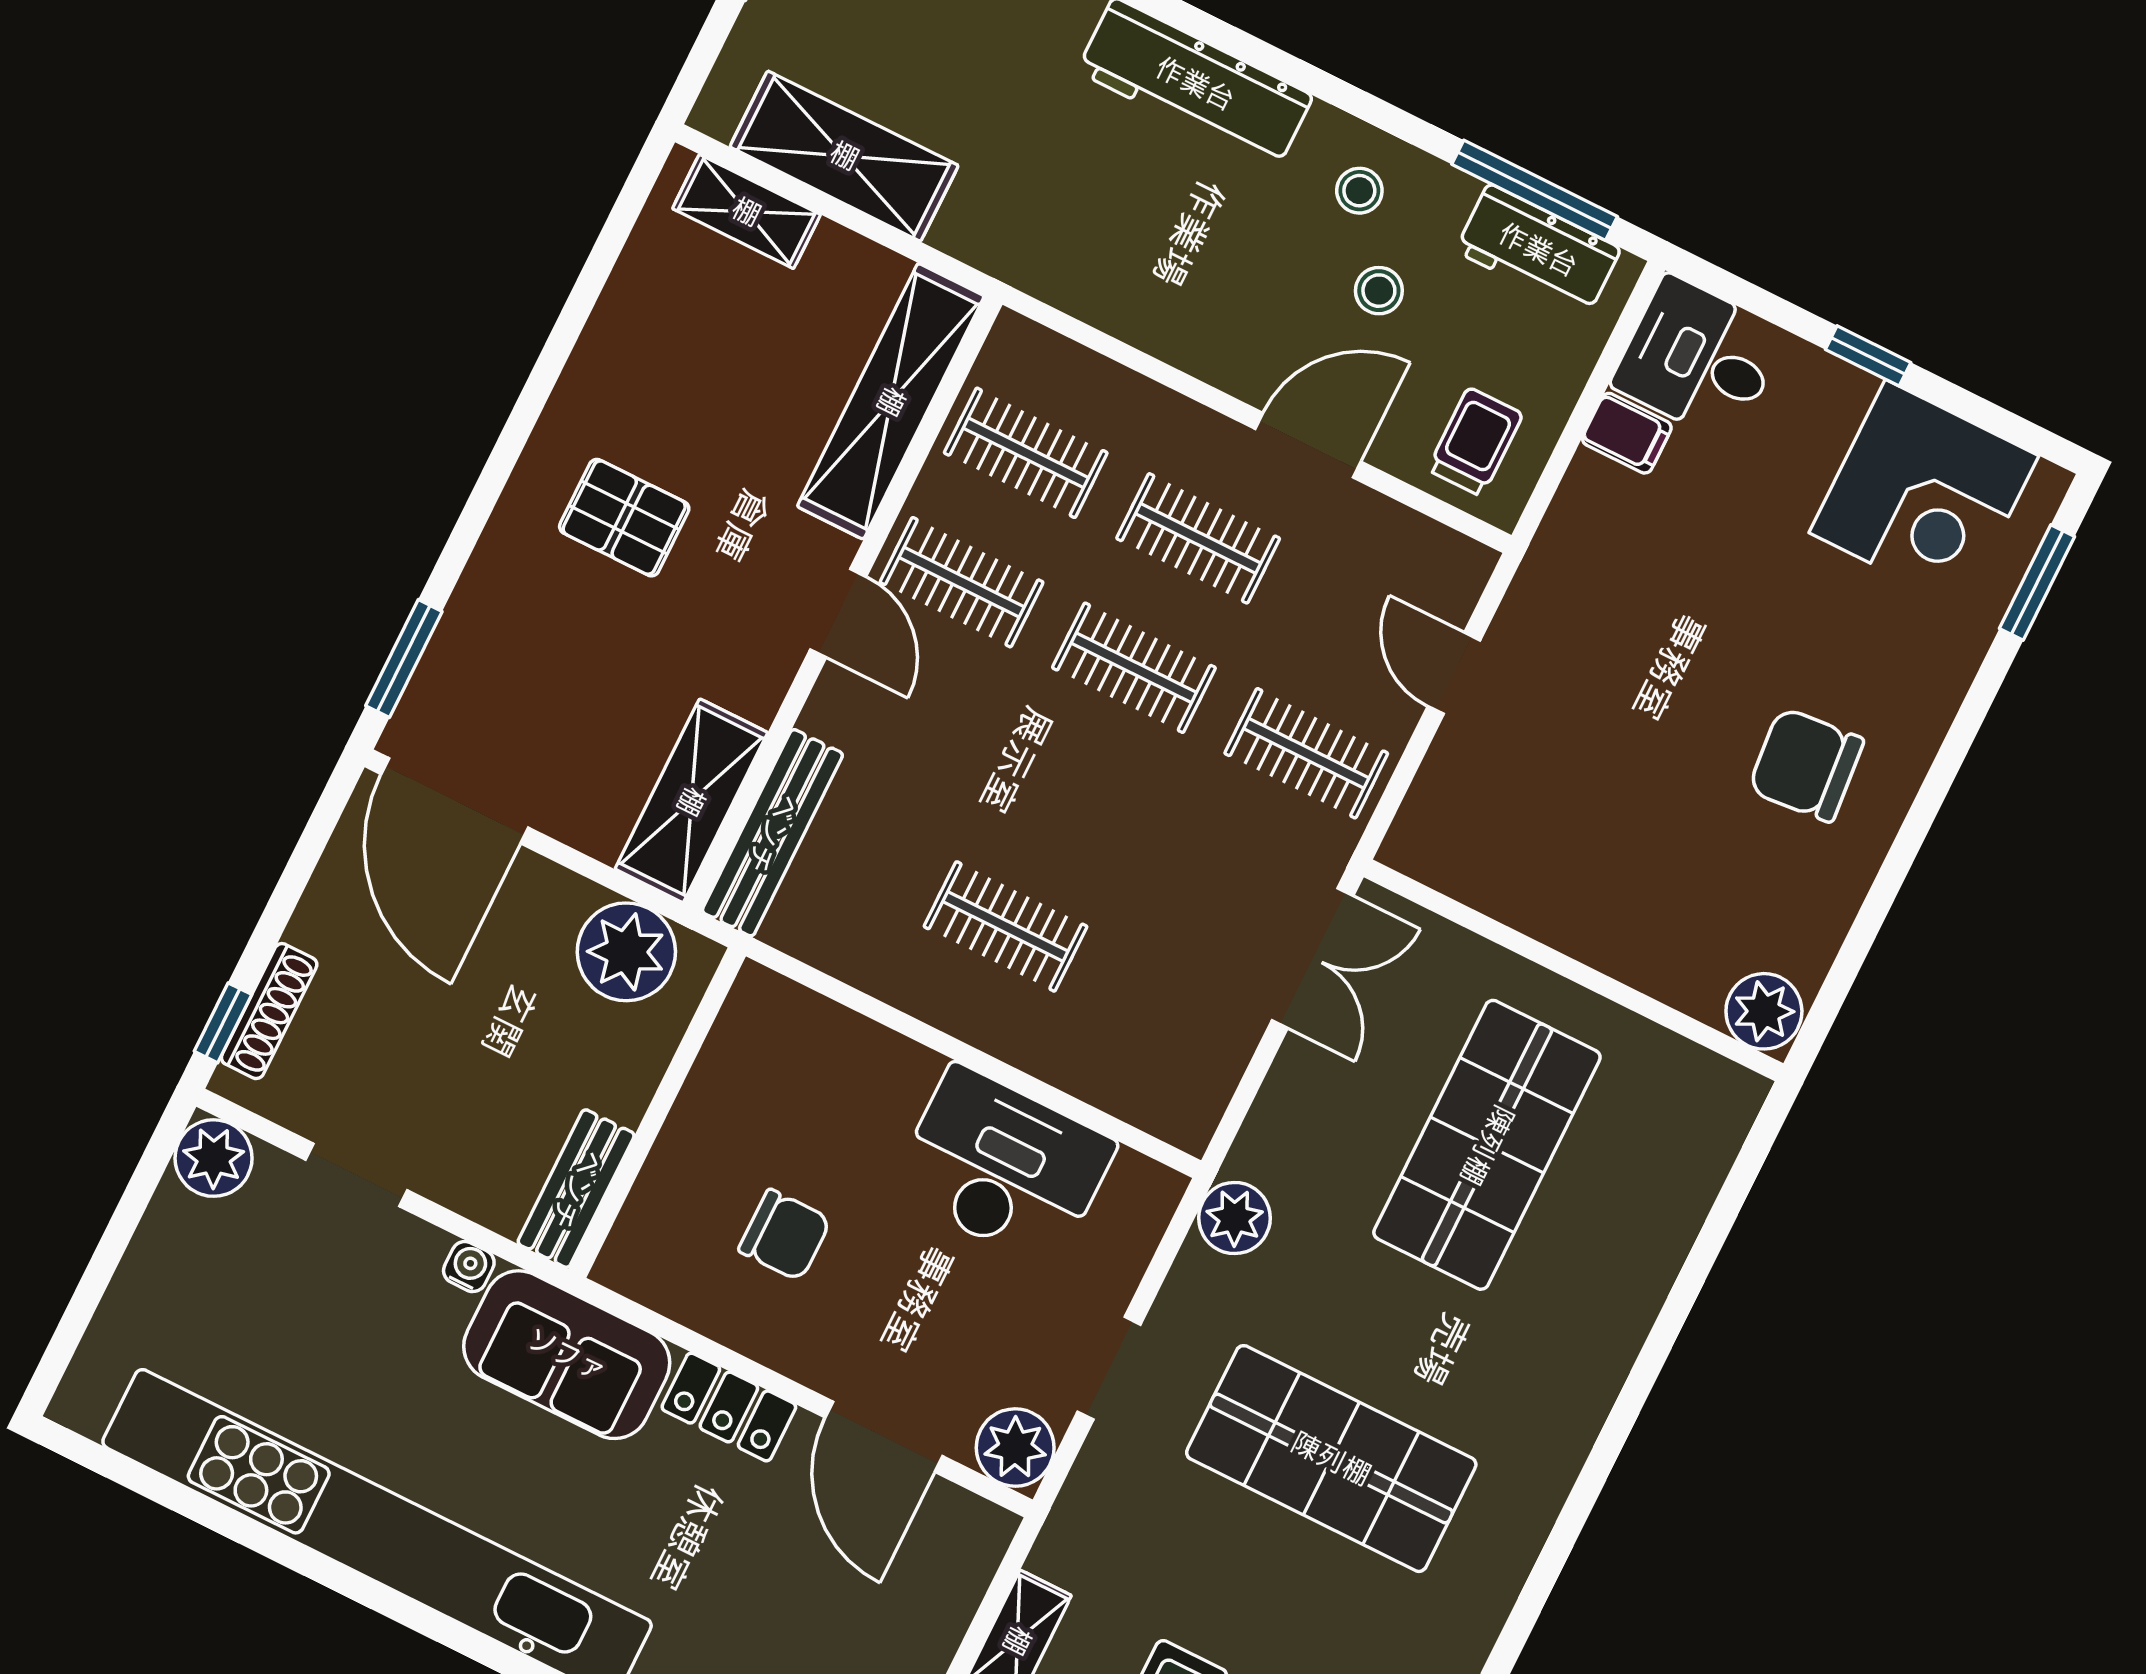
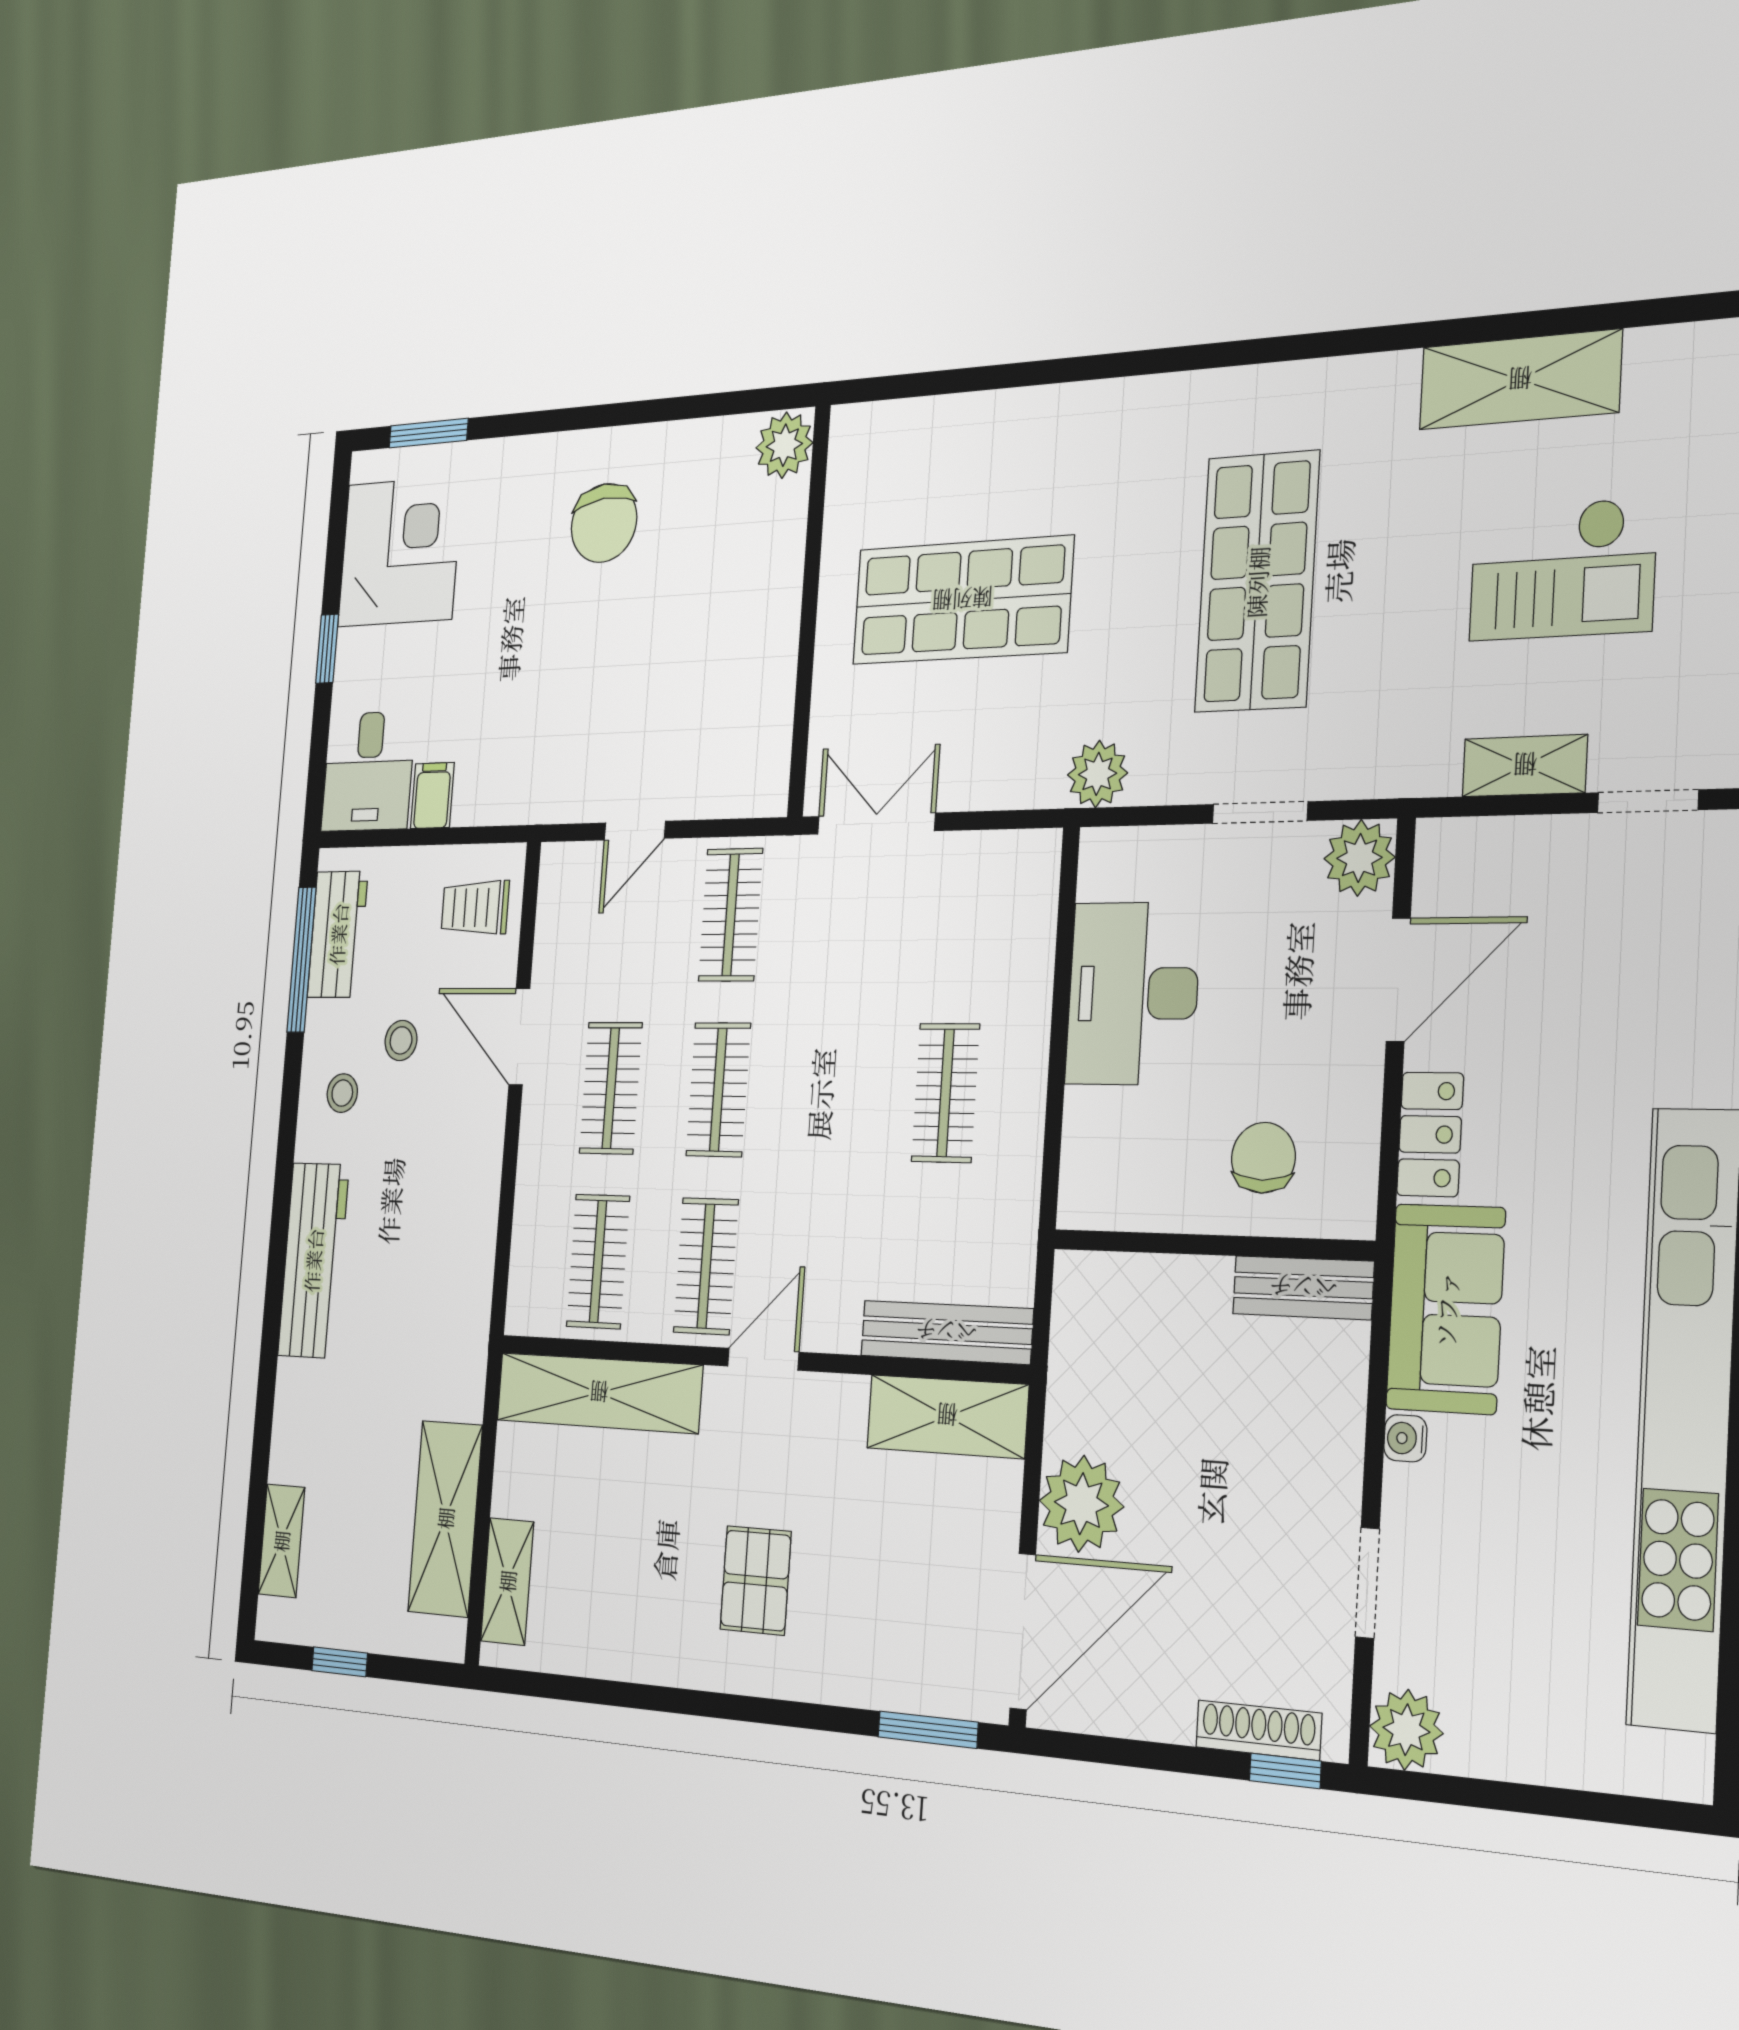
plant: (626, 952) -> (1081, 1504), moved
wall: (657, 1113) -> (1211, 1245), moved
bench: (576, 1189) -> (1303, 1288), moved

